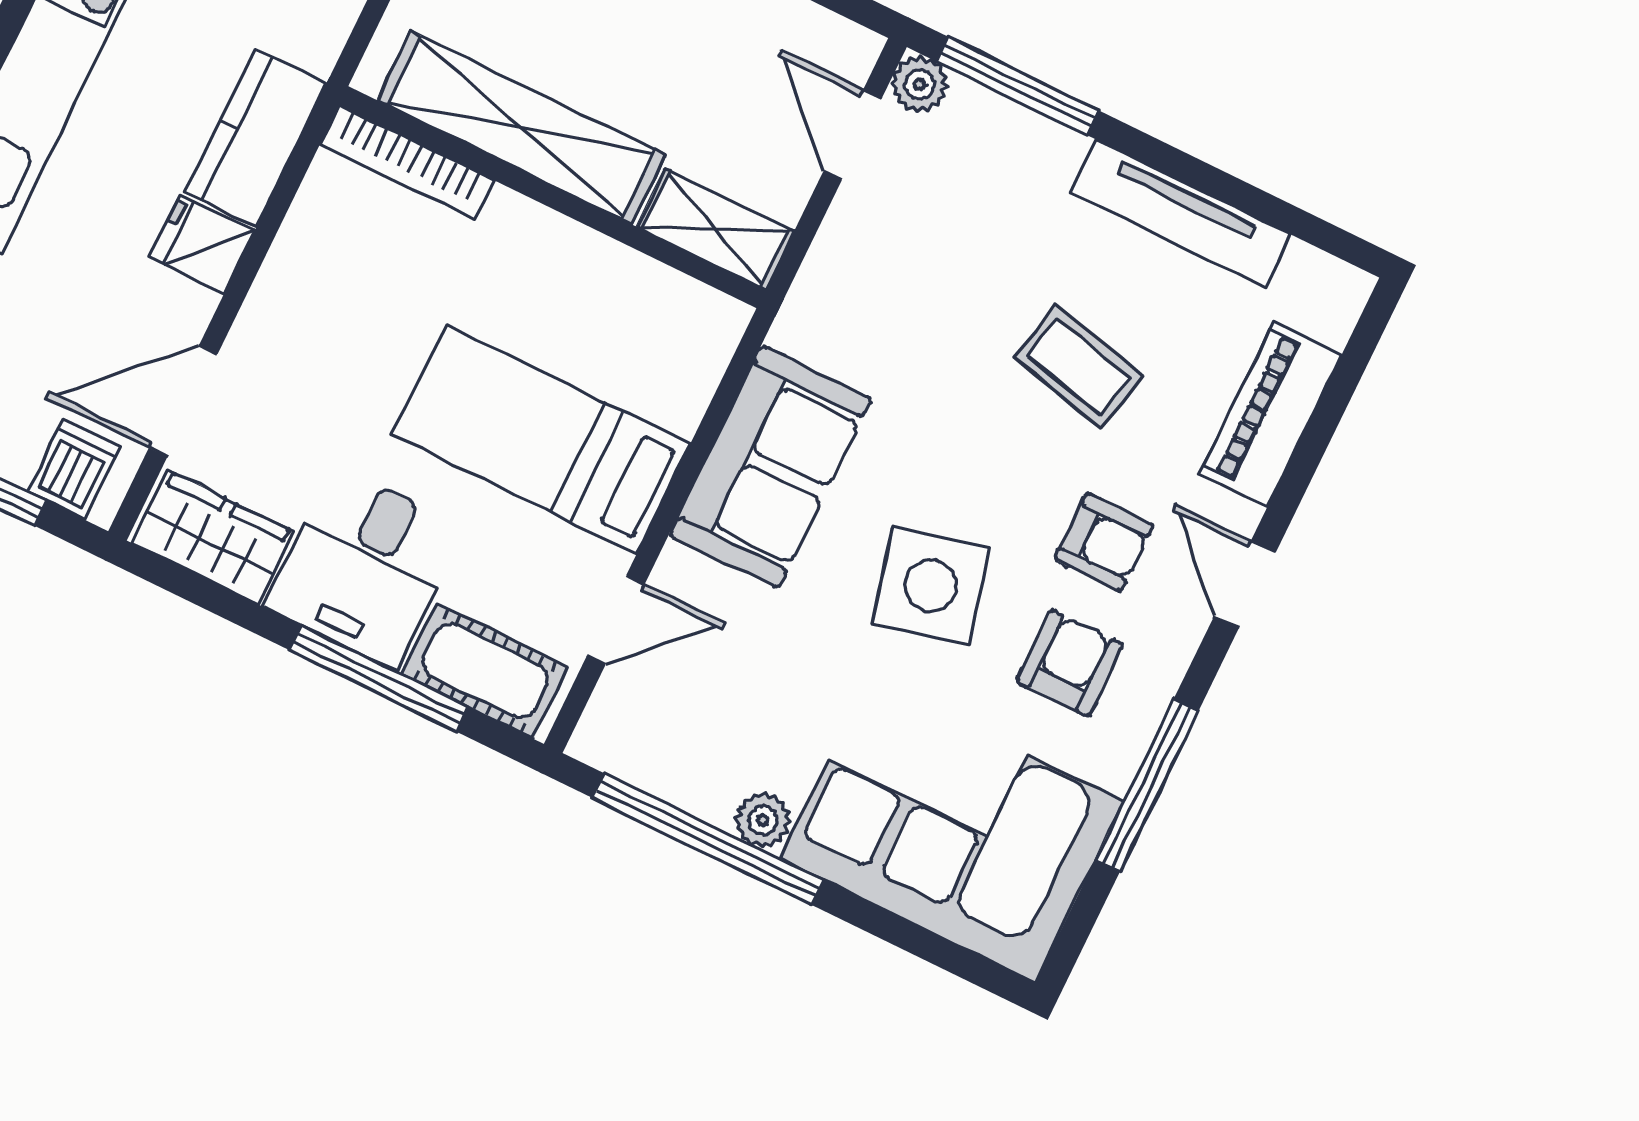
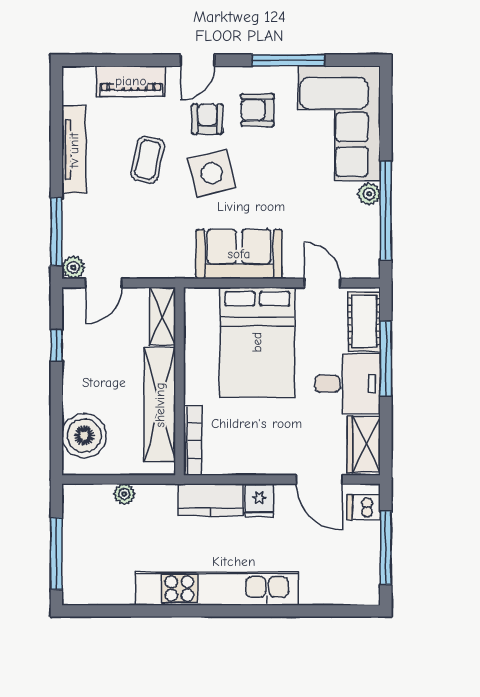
bed: (541, 439) -> (257, 342), width x1.50
side table: (931, 586) -> (212, 173), moved

